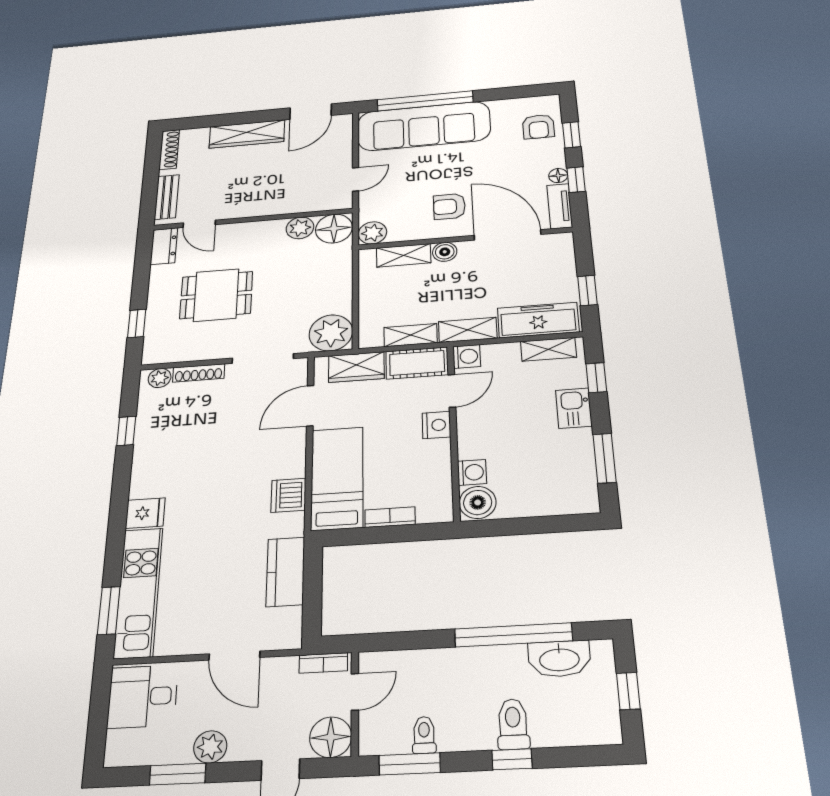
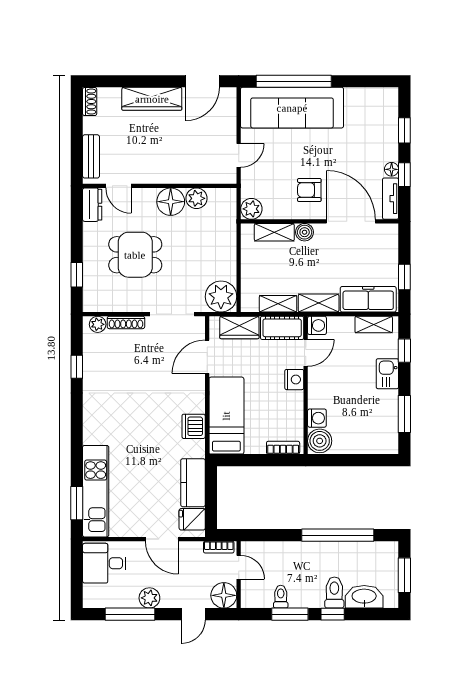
armchair: (538, 127) -> (380, 119), removed
shoe rack: (169, 150) -> (90, 102), width x0.70
floor lamp: (334, 229) -> (171, 202), moved
fridge: (145, 513) -> (192, 519), moved, turned 180
bookcase: (390, 517) -> (283, 448), moved
washbasin: (559, 659) -> (364, 597), moved, turned 180
window: (628, 691) -> (404, 575), width x1.50
door: (355, 692) -> (239, 567), hinge flipped
window: (410, 764) -> (290, 614), moved
window: (178, 774) -> (130, 614), width x1.44

